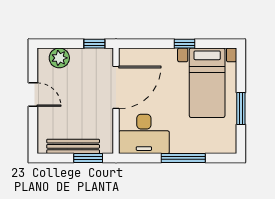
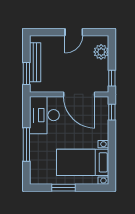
window: (184, 44) -> (112, 112), moved

